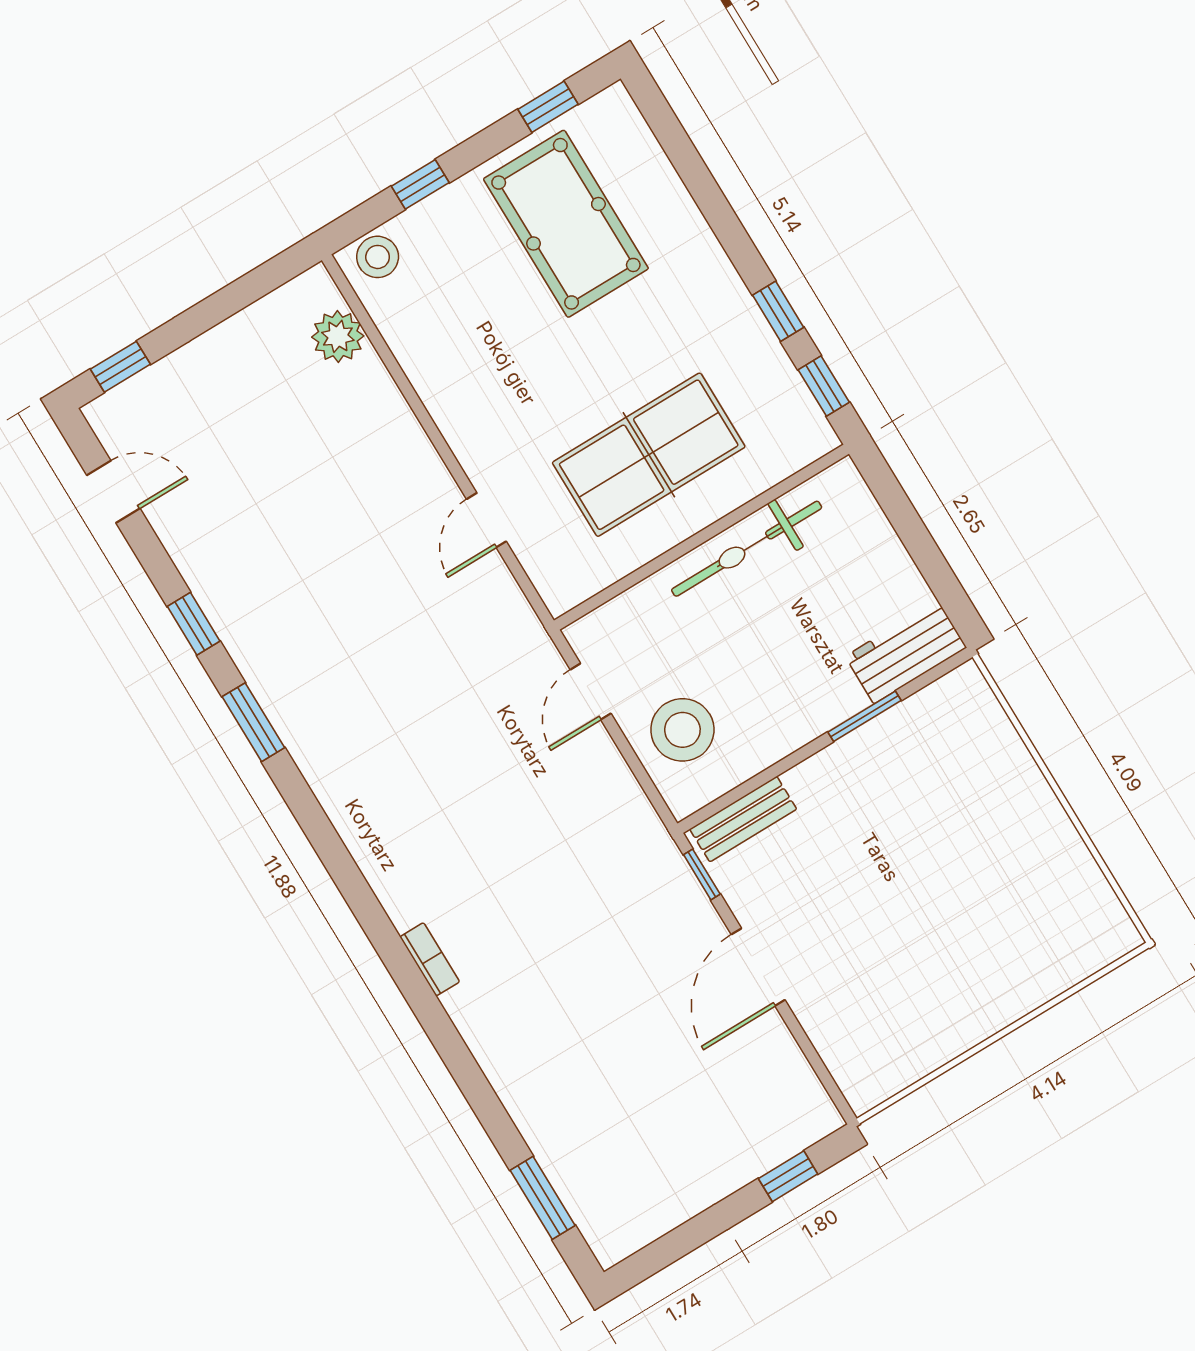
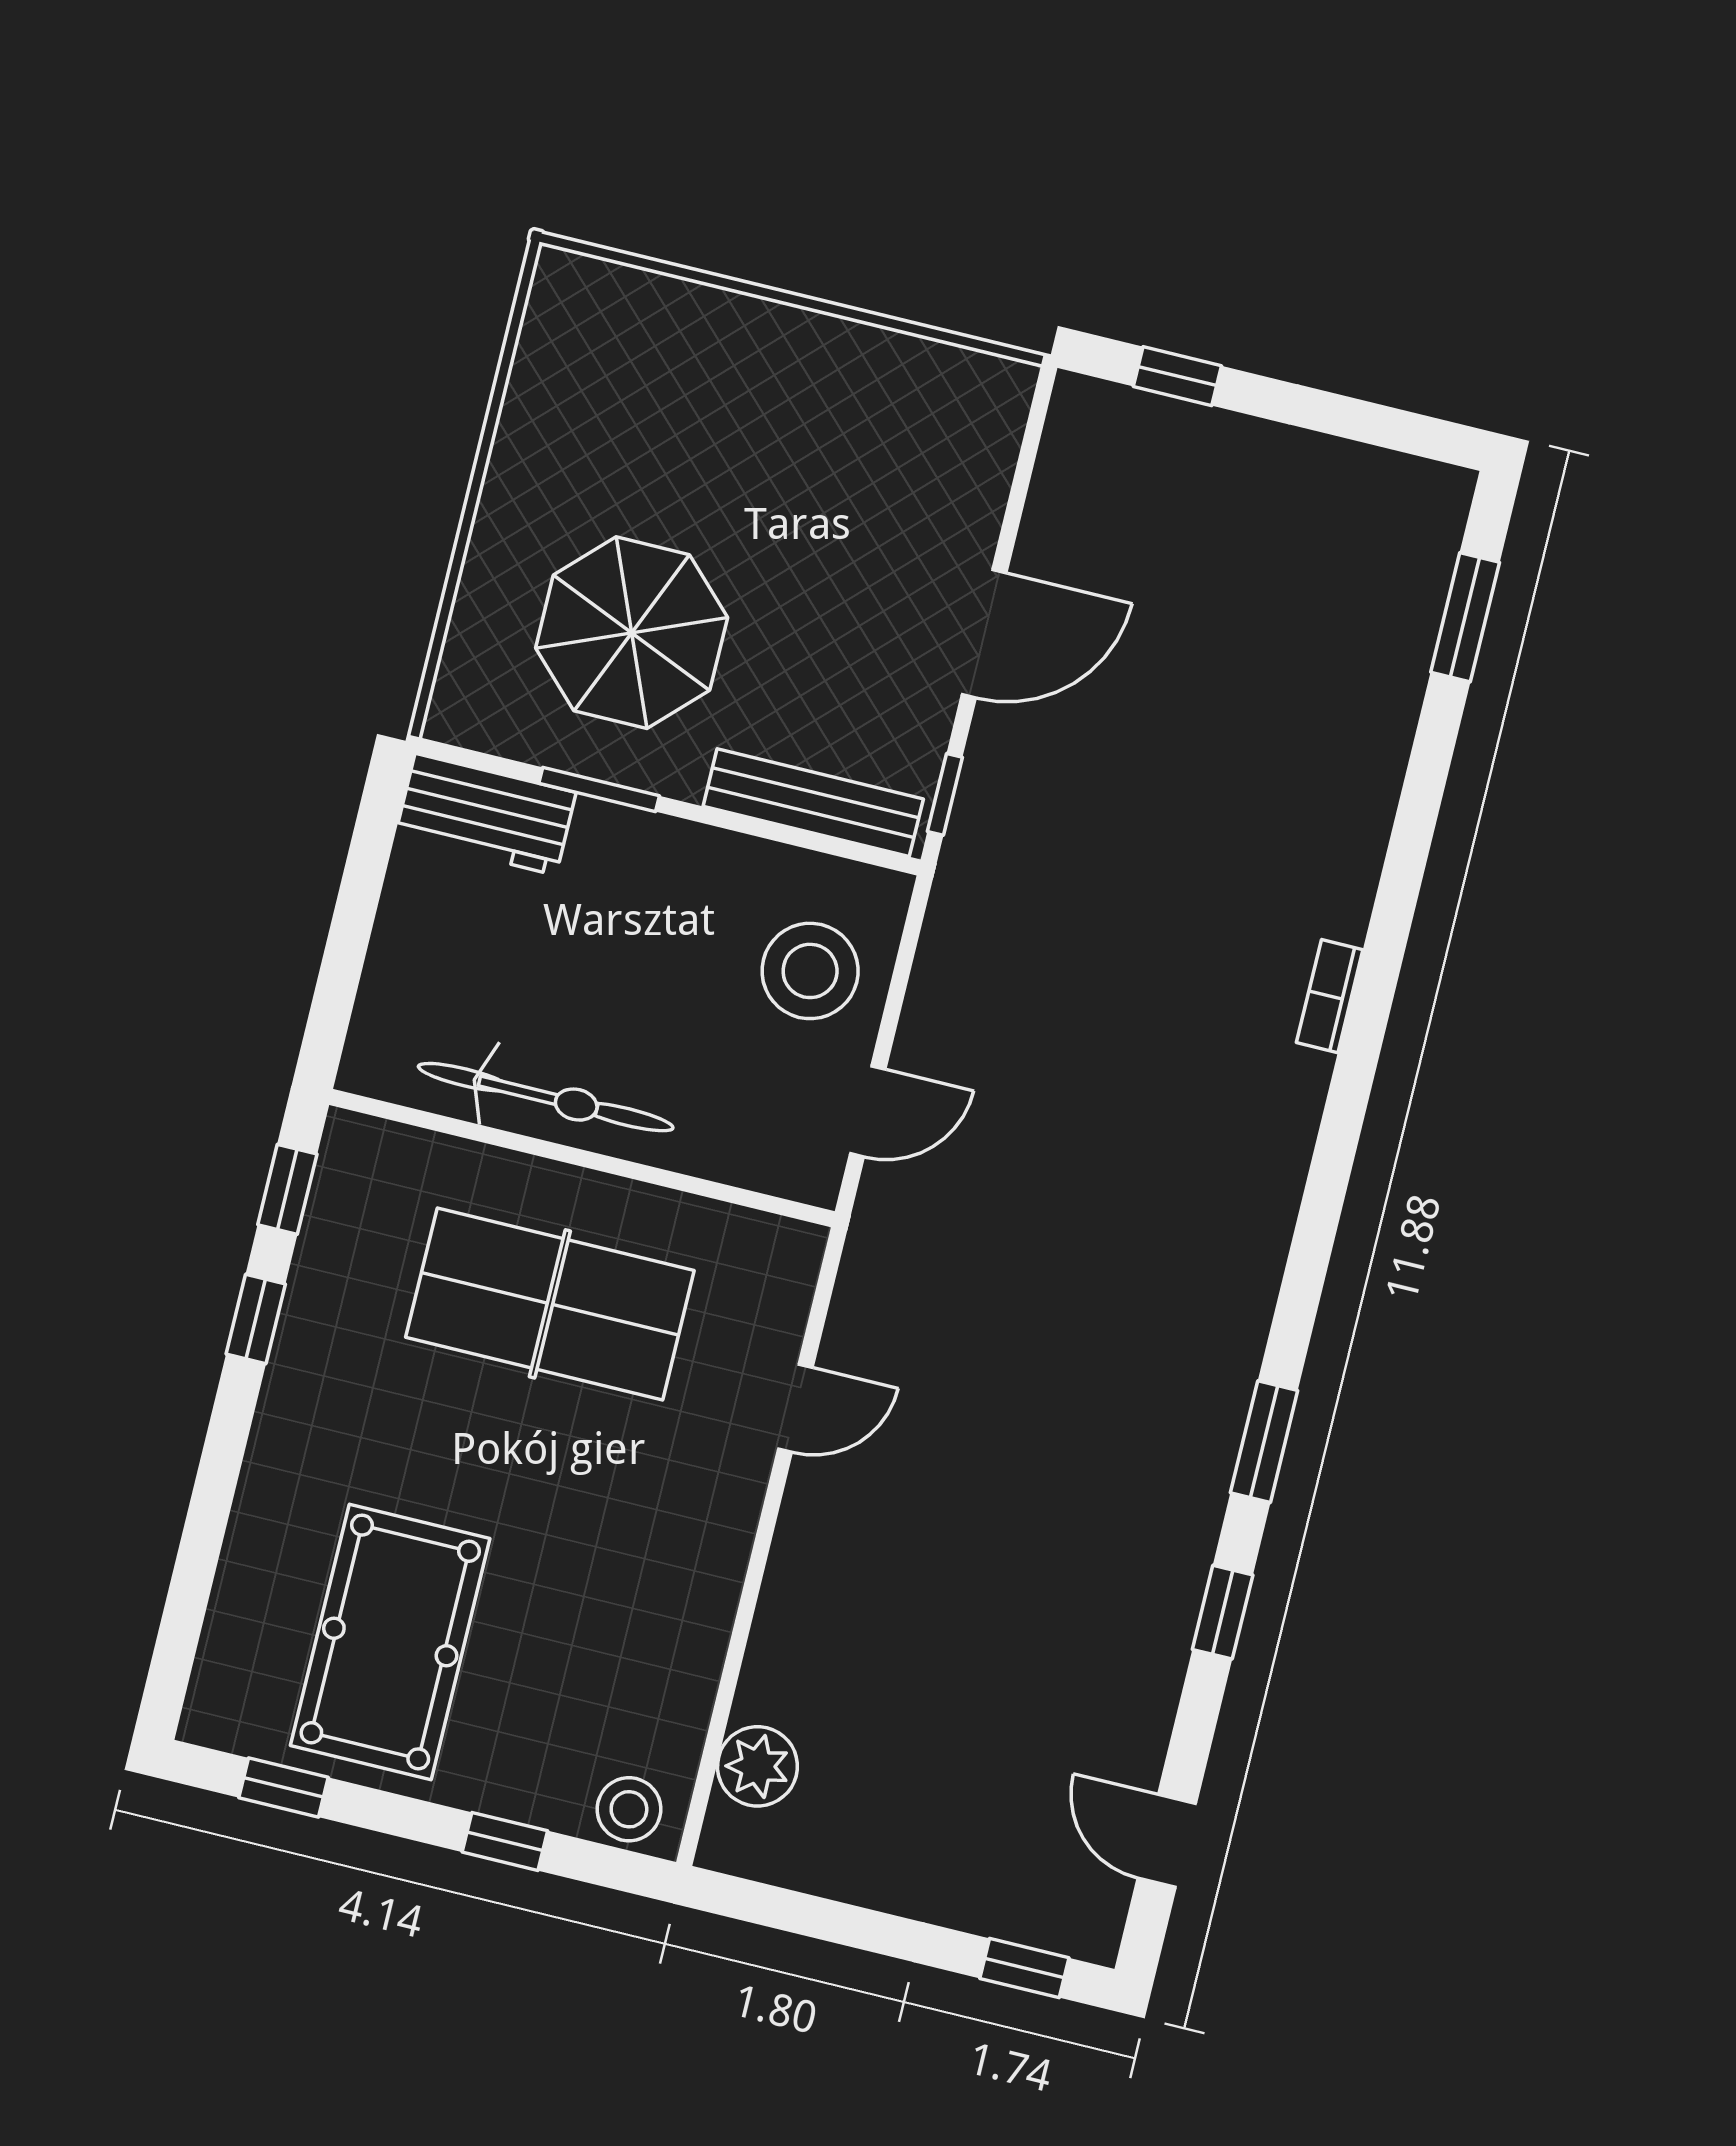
parasol: (922, 804) -> (632, 633), added
bench: (743, 819) -> (813, 803), width x1.36

